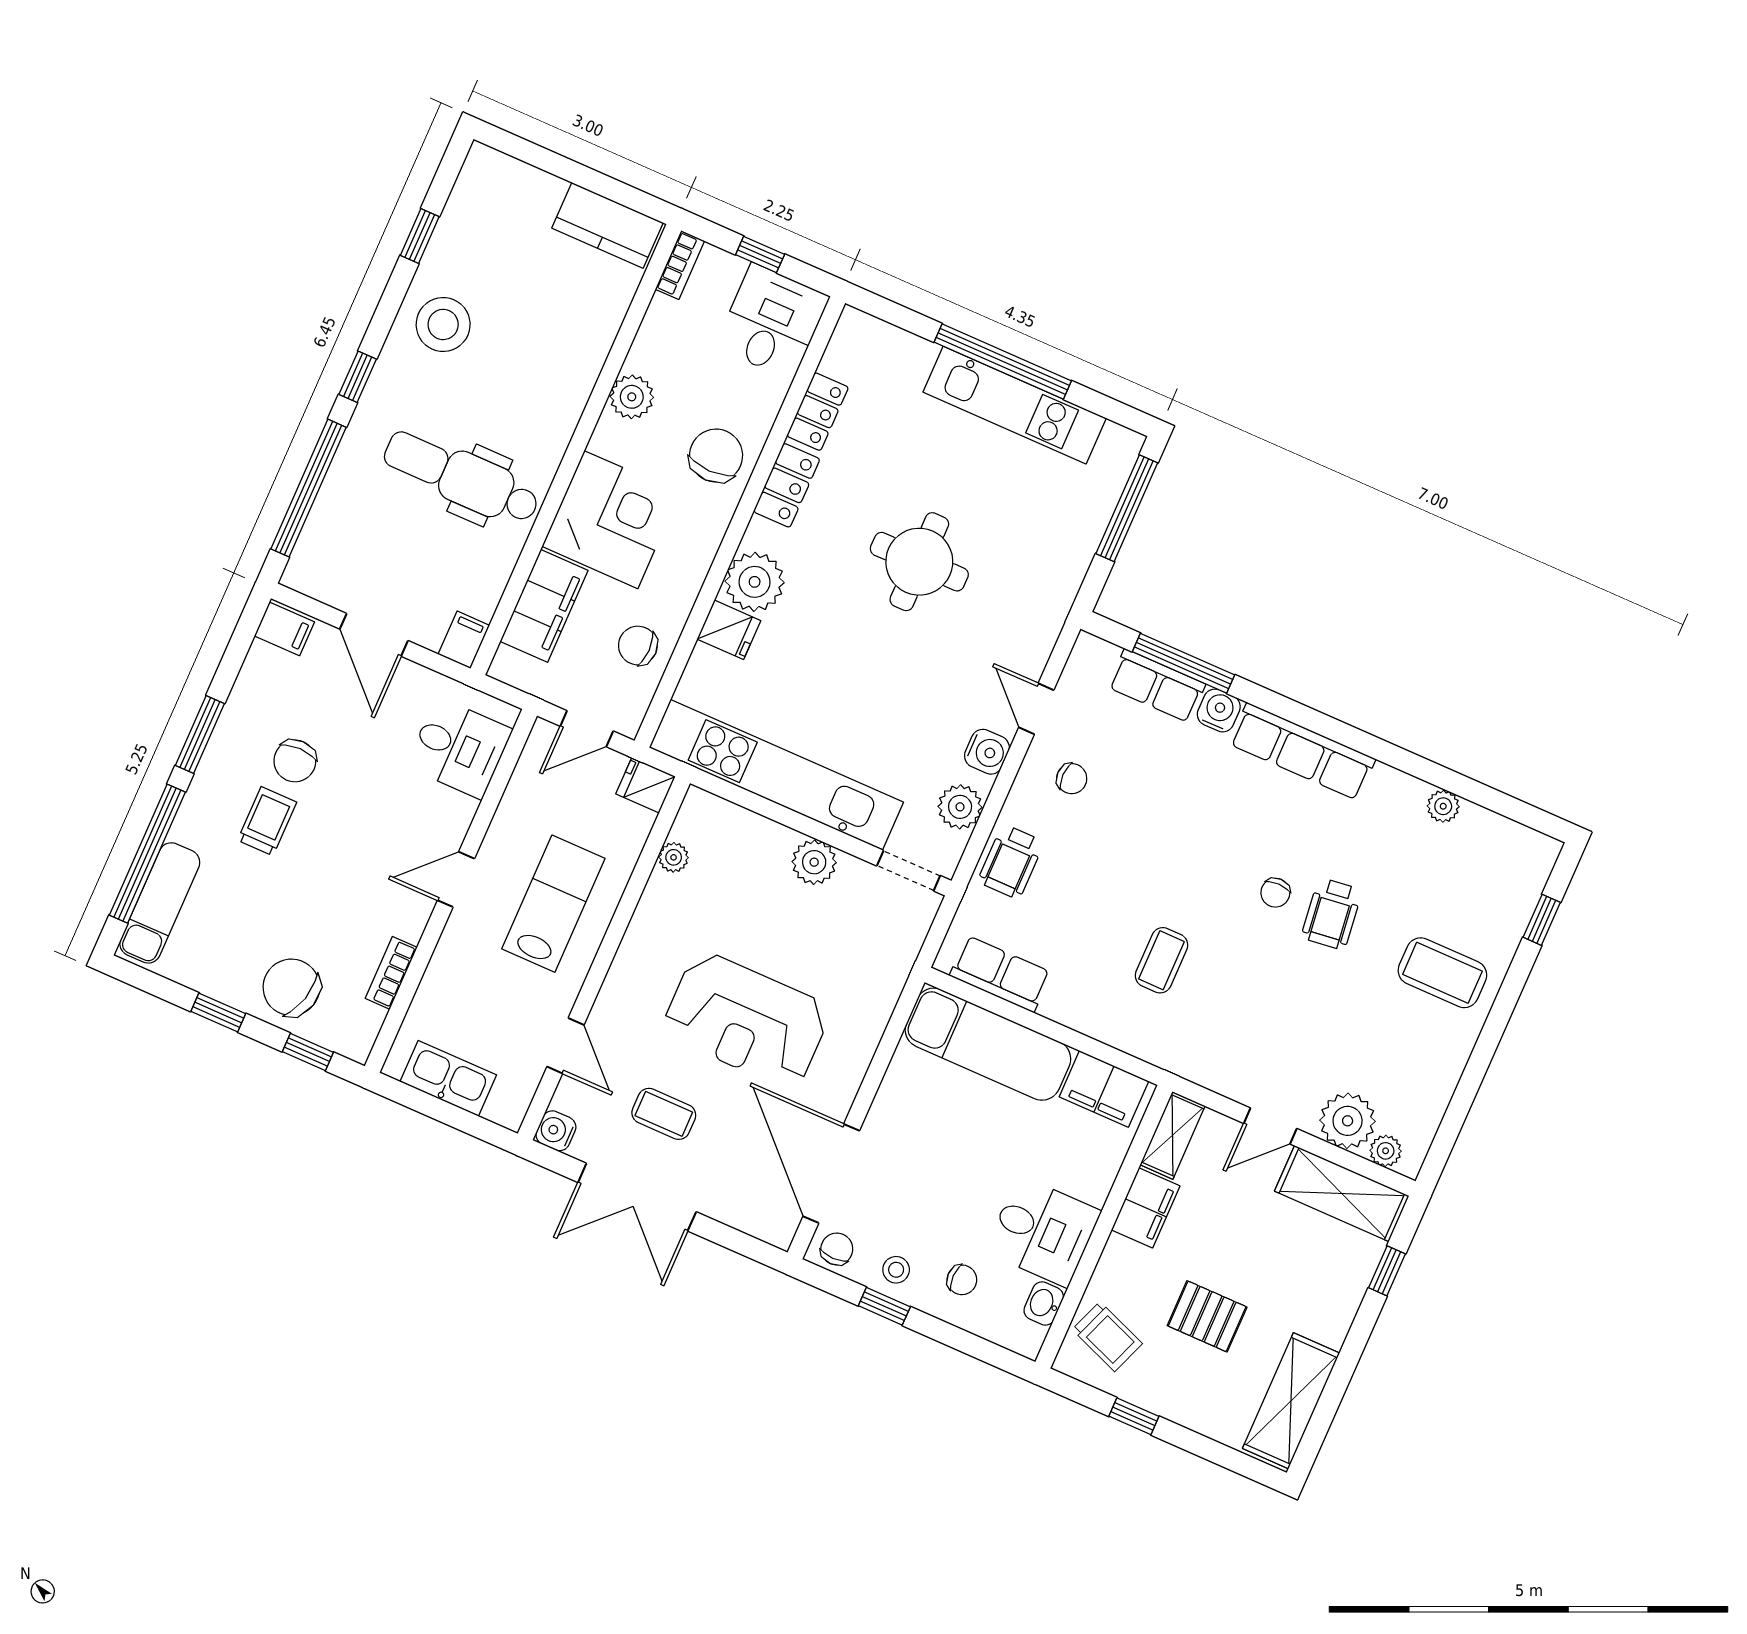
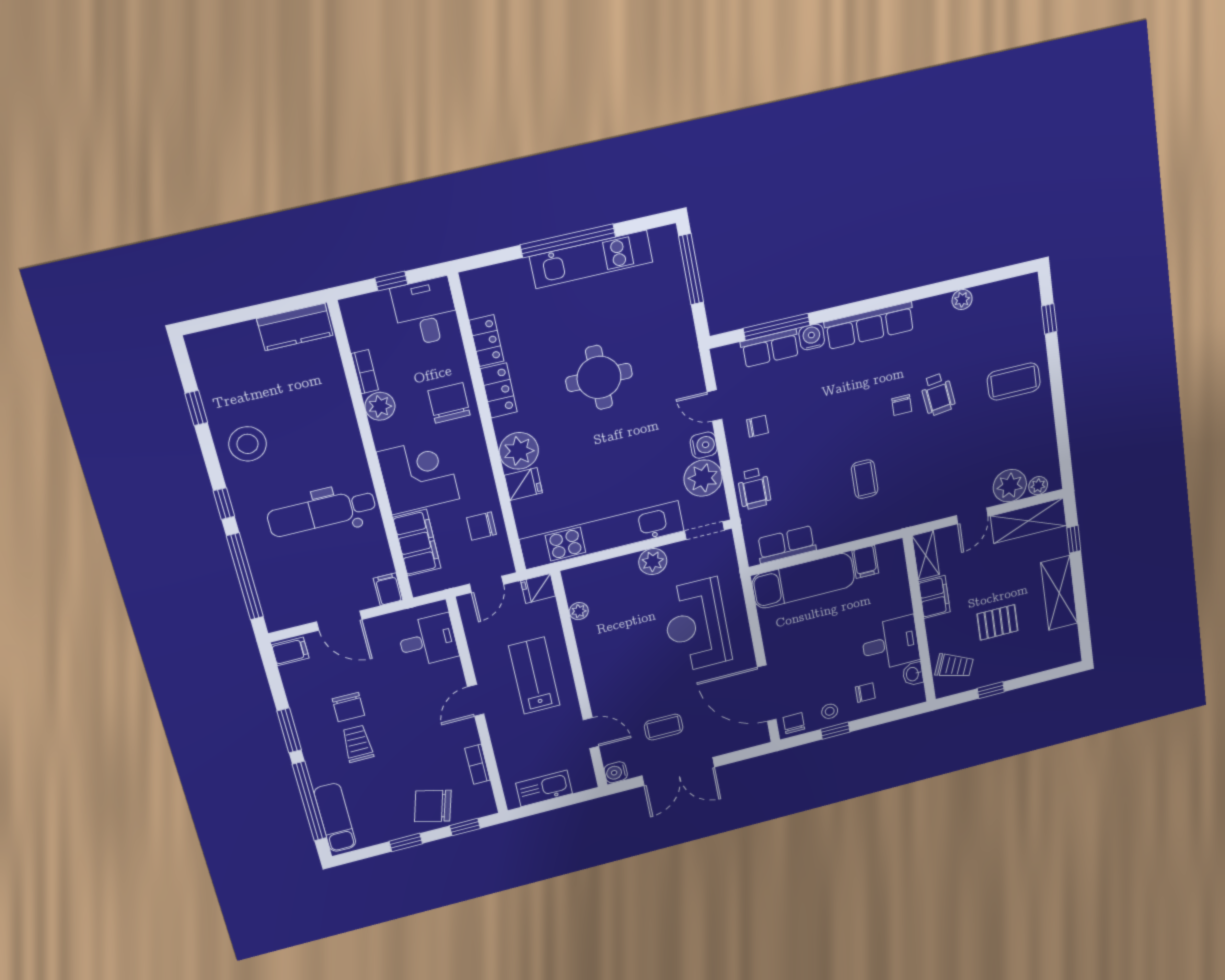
bookcase: (680, 265) -> (365, 372), moved
plant: (960, 807) -> (703, 478), width x1.36, depth x1.36
reception desk: (746, 1020) -> (696, 625), moved, turned 90
filing cabinet: (1104, 1089) -> (865, 562), width x0.50
shelving: (1291, 1401) -> (1059, 593), moved

